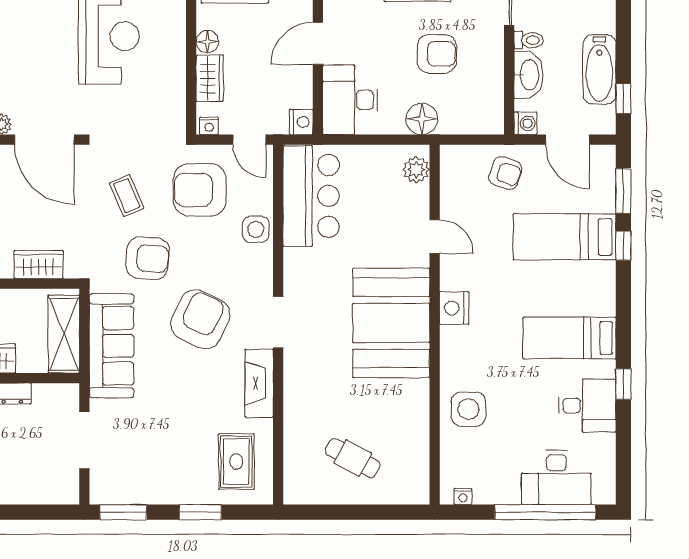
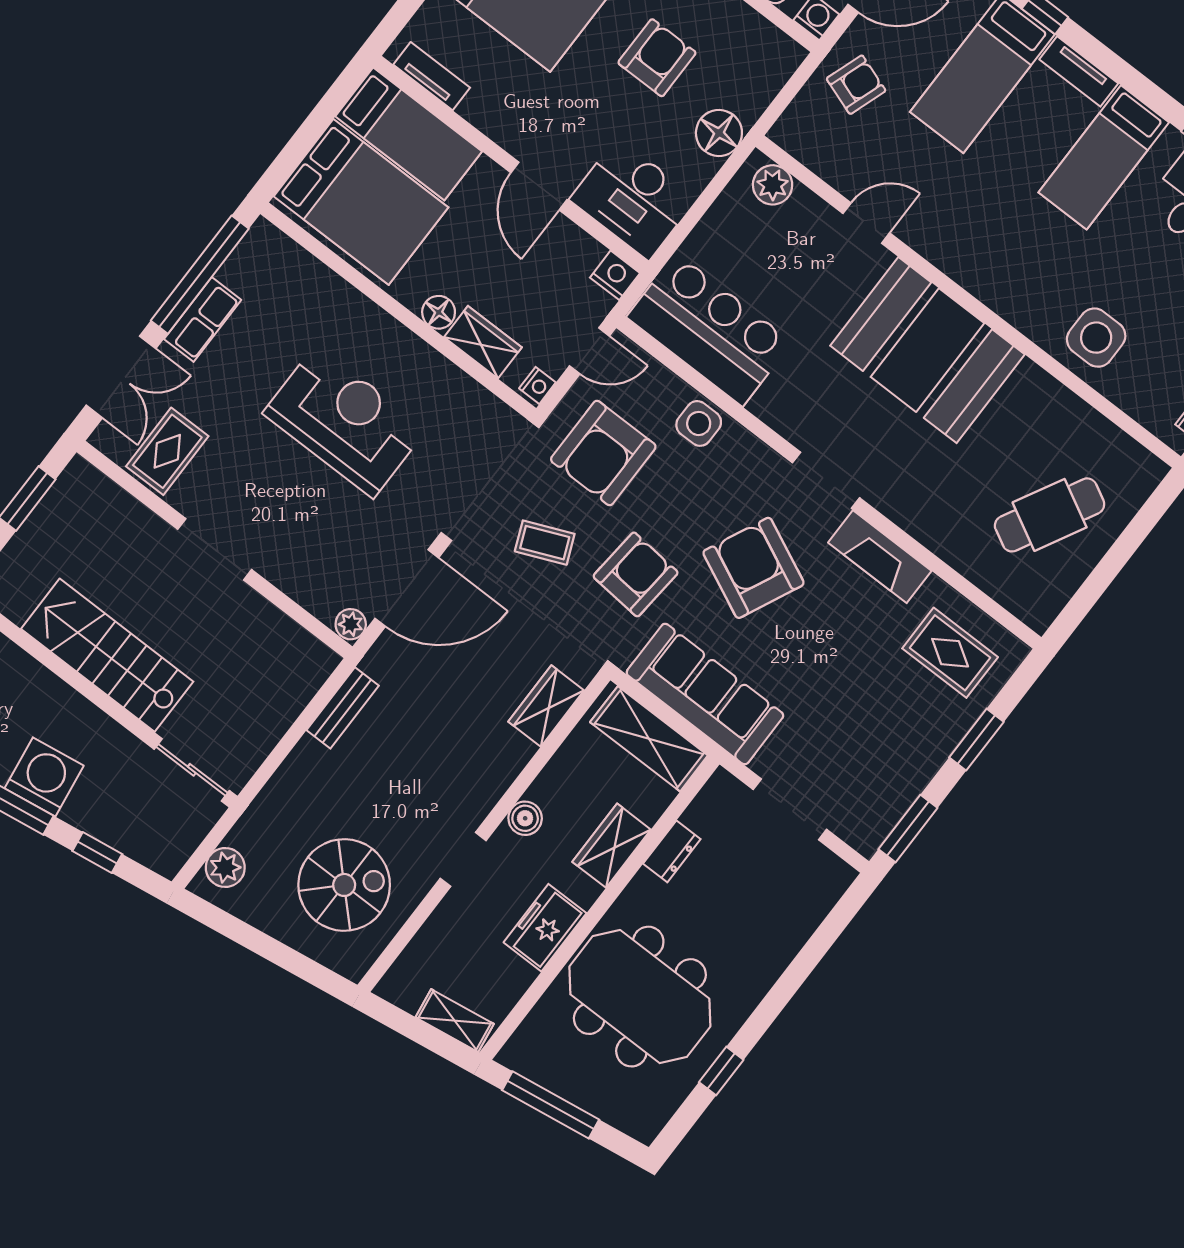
tv unit: (606, 288) -> (1079, 71), added
nightstand: (454, 308) -> (966, 264), removed
cafe table: (353, 458) -> (1050, 515), width x1.37, depth x1.35

